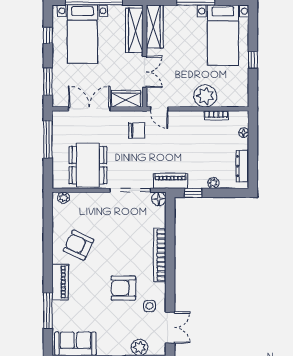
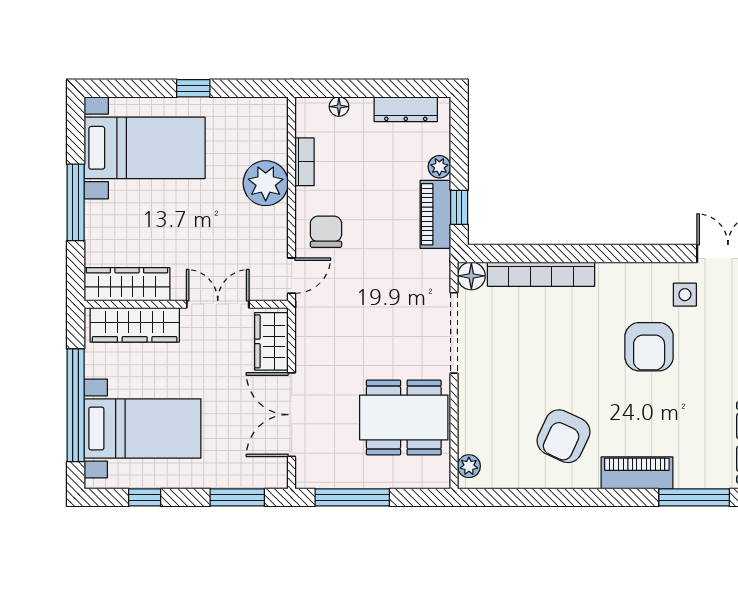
chair: (137, 131) -> (326, 232), moved
piano: (170, 181) -> (435, 214), moved
bookcase: (160, 255) -> (541, 274), moved

